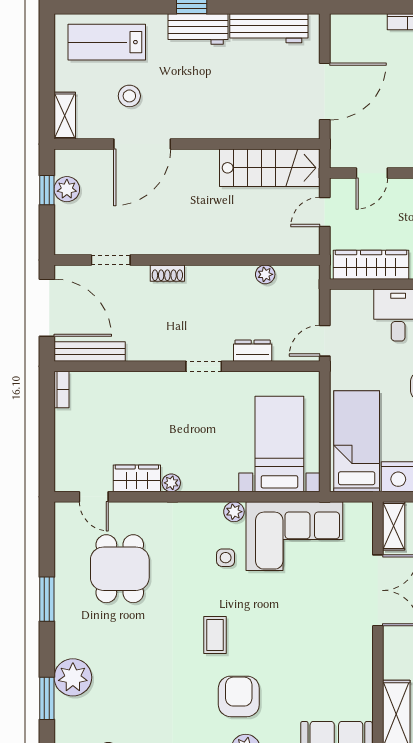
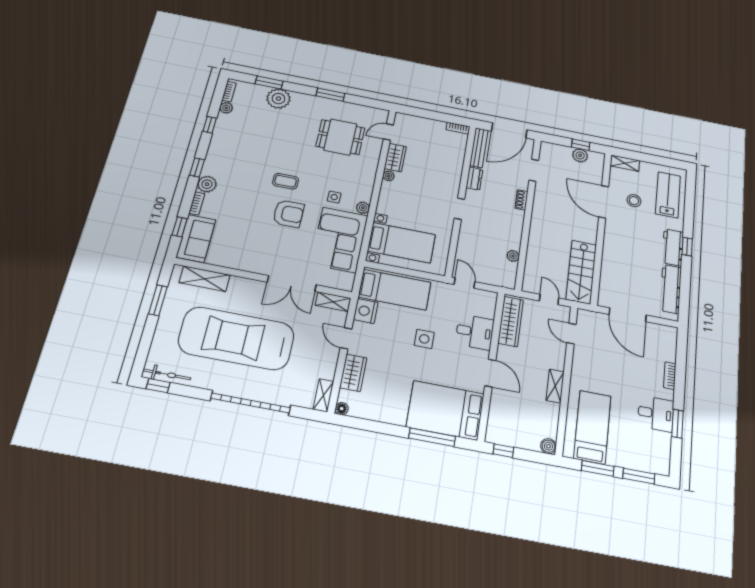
dresser: (253, 351) -> (474, 179), moved
armchair: (239, 696) -> (288, 214), moved

